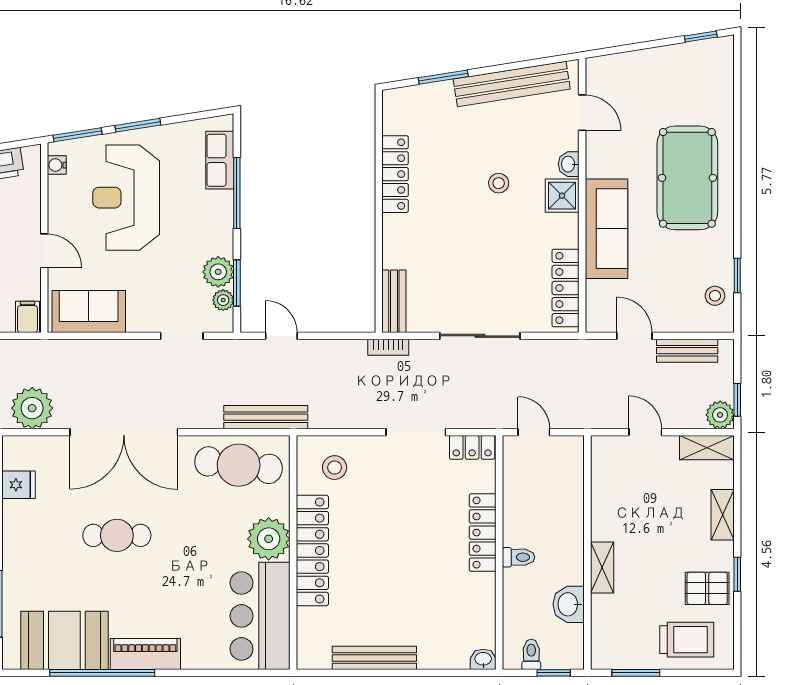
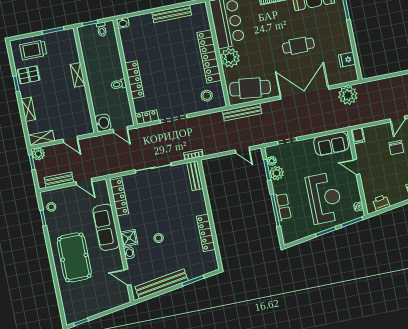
row of seats: (220, 160) -> (282, 207), moved
toilet: (518, 557) -> (119, 84), moved
washbasin: (569, 604) -> (103, 123), moved

